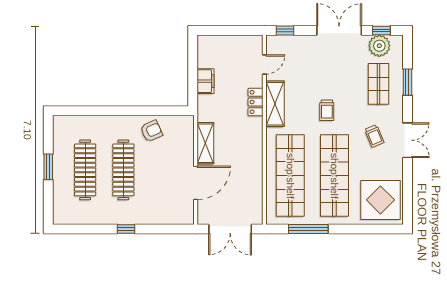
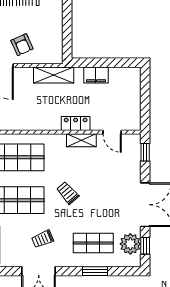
shelving: (275, 104) -> (81, 140), width x0.67, depth x0.75
trolley: (327, 110) -> (68, 193), turned 49
armchair: (151, 131) -> (22, 45), moved
shelving: (205, 143) -> (54, 75), moved

